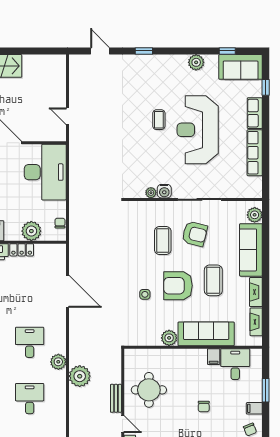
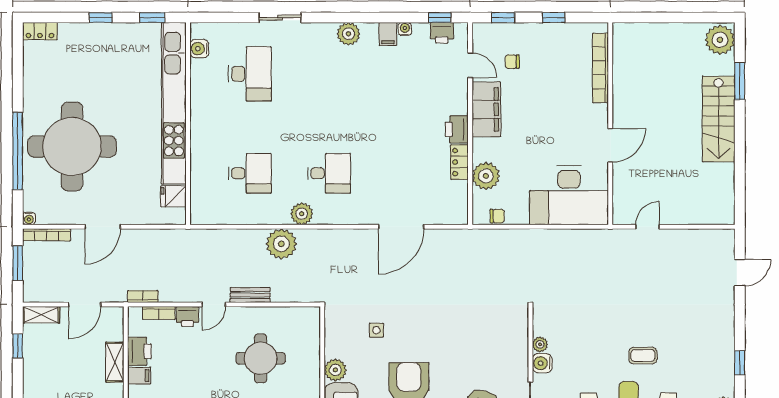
window: (144, 51) -> (740, 363), moved
coffee table: (163, 240) -> (473, 361), removed
side table: (145, 294) -> (376, 330), moved
round table: (149, 390) -> (261, 358), moved

